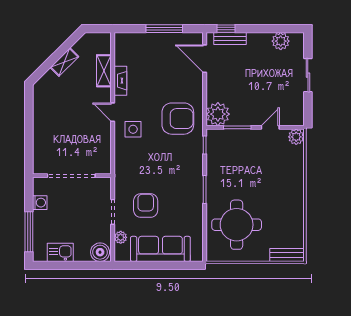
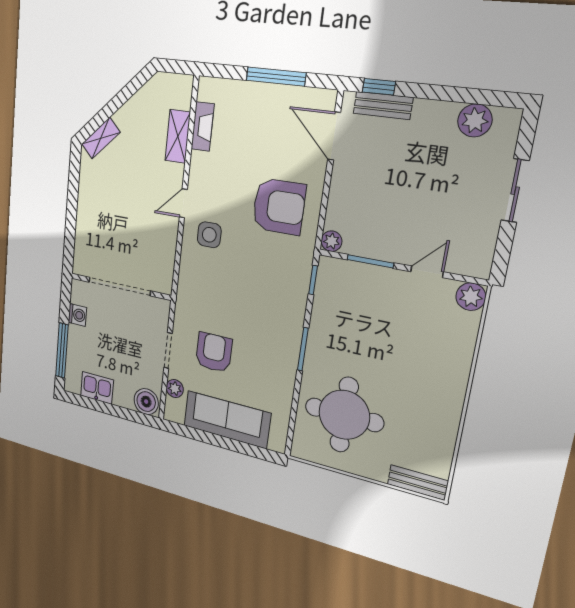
shelving: (64, 62) -> (101, 138), moved
fireplace: (120, 81) -> (203, 127), moved
door: (113, 112) -> (183, 203), hinge flipped
plant: (218, 114) -> (332, 241), width x0.53, depth x0.53
armchair: (178, 119) -> (279, 207), moved

